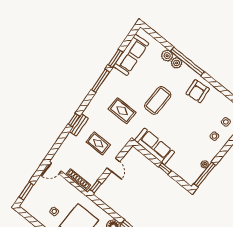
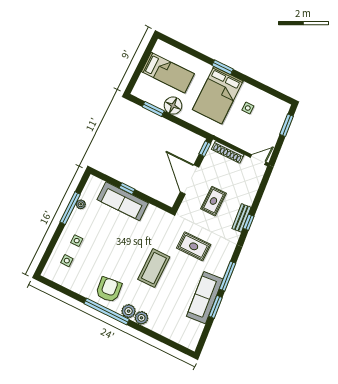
sofa: (131, 55) -> (205, 298), moved
plant: (167, 56) -> (129, 311), moved
window: (187, 61) -> (107, 311), moved
rug: (98, 143) -> (213, 201), turned 90
sofa: (155, 146) -> (123, 201), moved
door: (113, 165) -> (190, 180), width x1.88
window: (205, 174) -> (70, 208), moved

